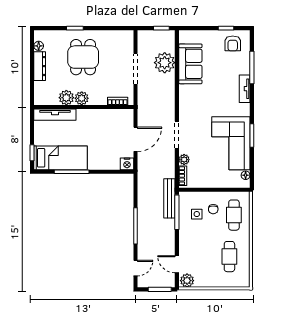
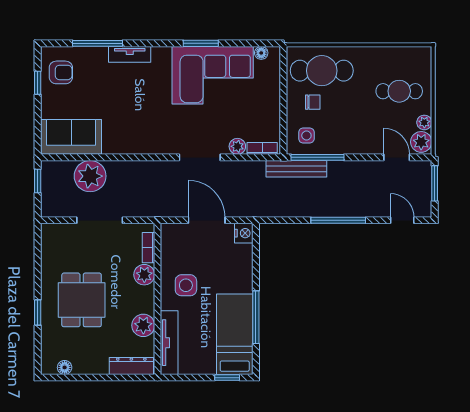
dining table: (83, 57) -> (82, 300), turned 90
sofa: (190, 64) -> (71, 137), moved
dresser: (40, 66) -> (131, 366), moved
plant: (82, 98) -> (144, 275), moved
side table: (93, 126) -> (186, 285), added
side table: (197, 214) -> (306, 135), moved
cafe table: (234, 215) -> (322, 71), width x1.37, depth x1.35
cafe table: (229, 257) -> (399, 91), moved
door: (177, 264) -> (397, 157), swing flipped
plant: (200, 283) -> (424, 122), added

